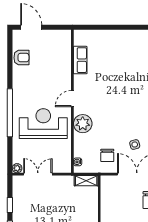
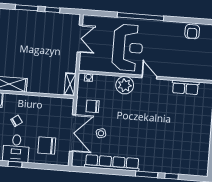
plant: (17, 168) -> (87, 19), removed

